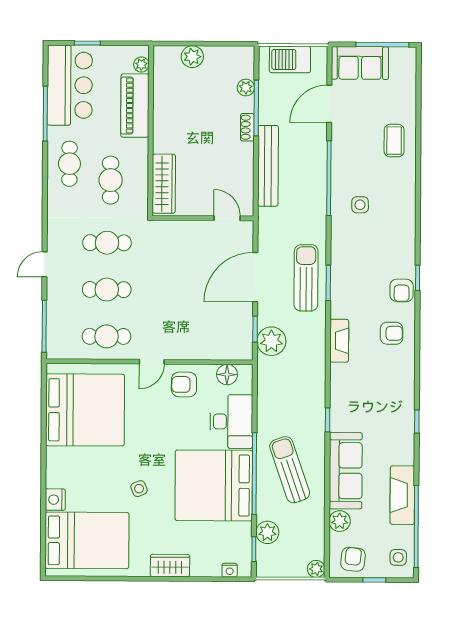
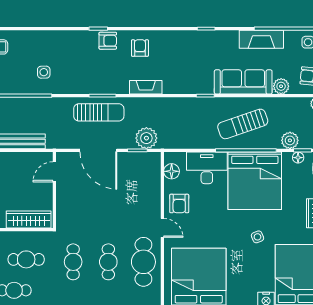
sun lounger: (306, 278) -> (99, 112), turned 180
cafe table: (107, 336) -> (143, 262), width x1.37, depth x1.35
floor lamp: (244, 543) -> (298, 158), added

